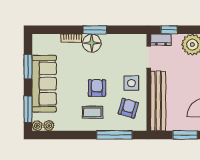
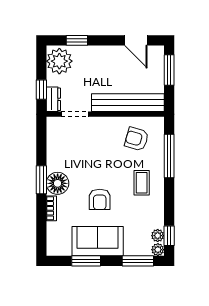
side table: (131, 83) -> (106, 135), removed
sofa: (44, 84) -> (98, 241), width x0.73
armchair: (97, 88) -> (100, 199), moved, turned -90
window: (49, 135) -> (169, 236), added

